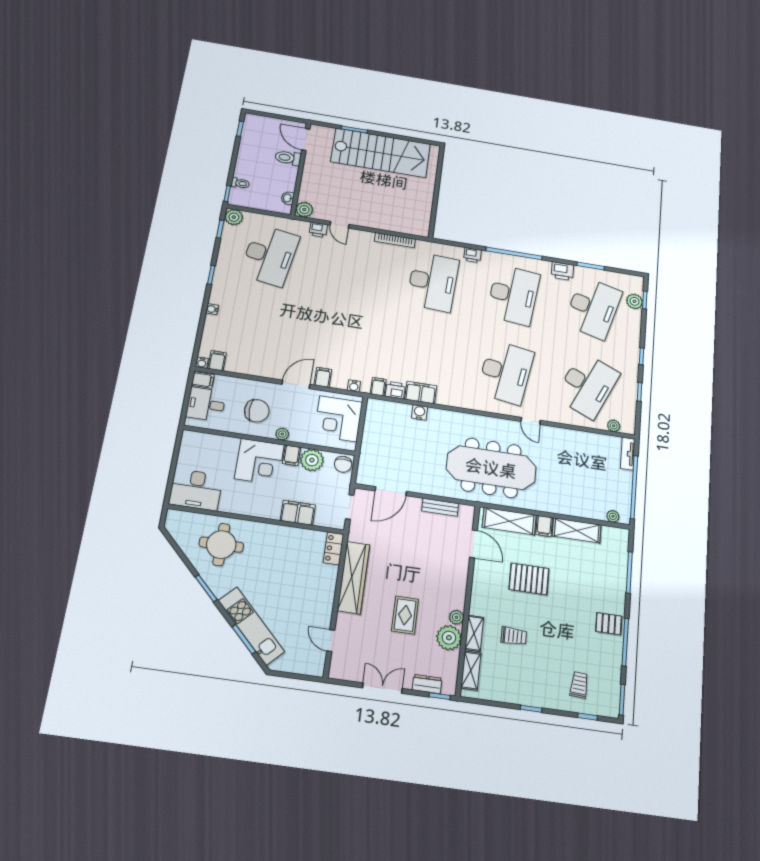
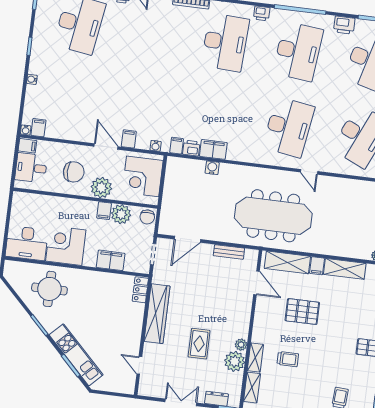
door: (296, 384) -> (106, 146), hinge flipped
plant: (282, 434) -> (101, 188), width x1.88, depth x1.88
corner desk: (259, 462) -> (66, 246), moved, turned 180

